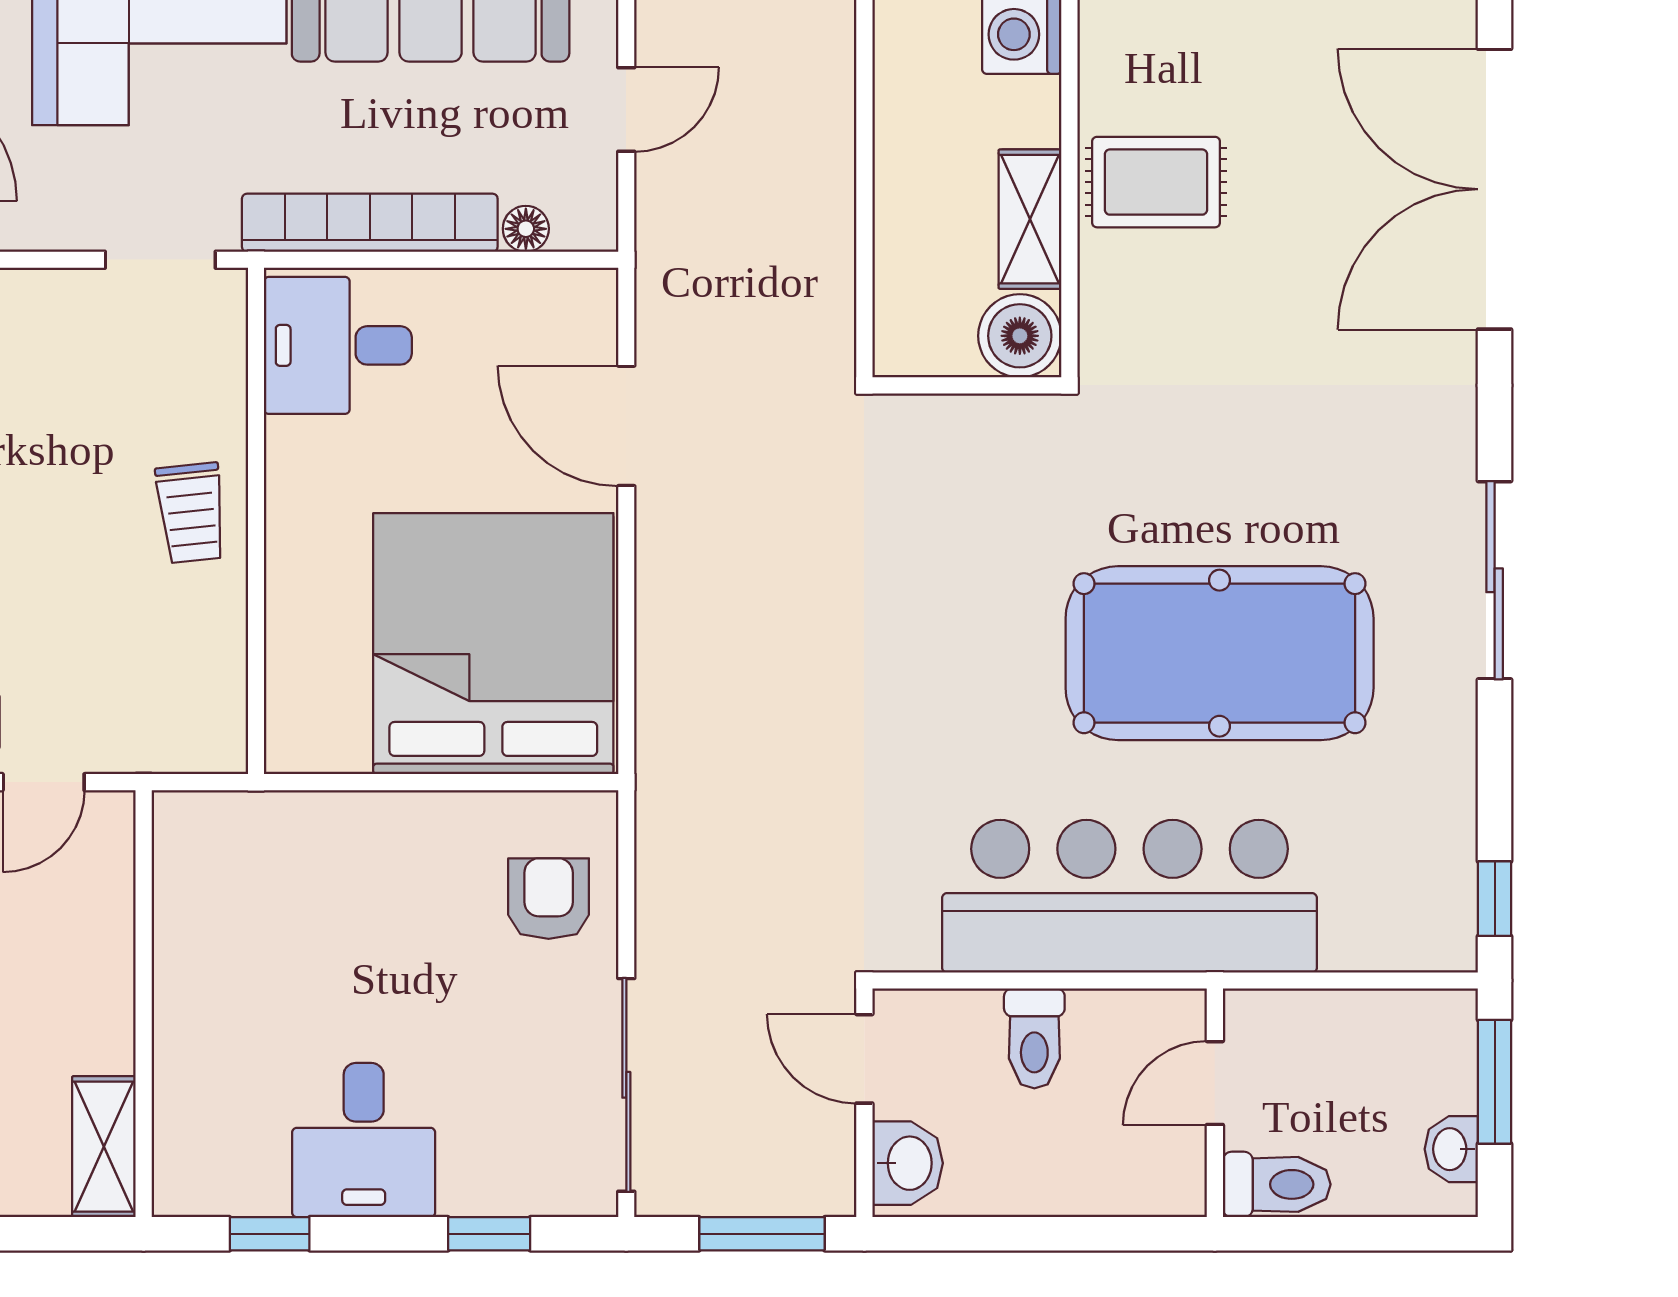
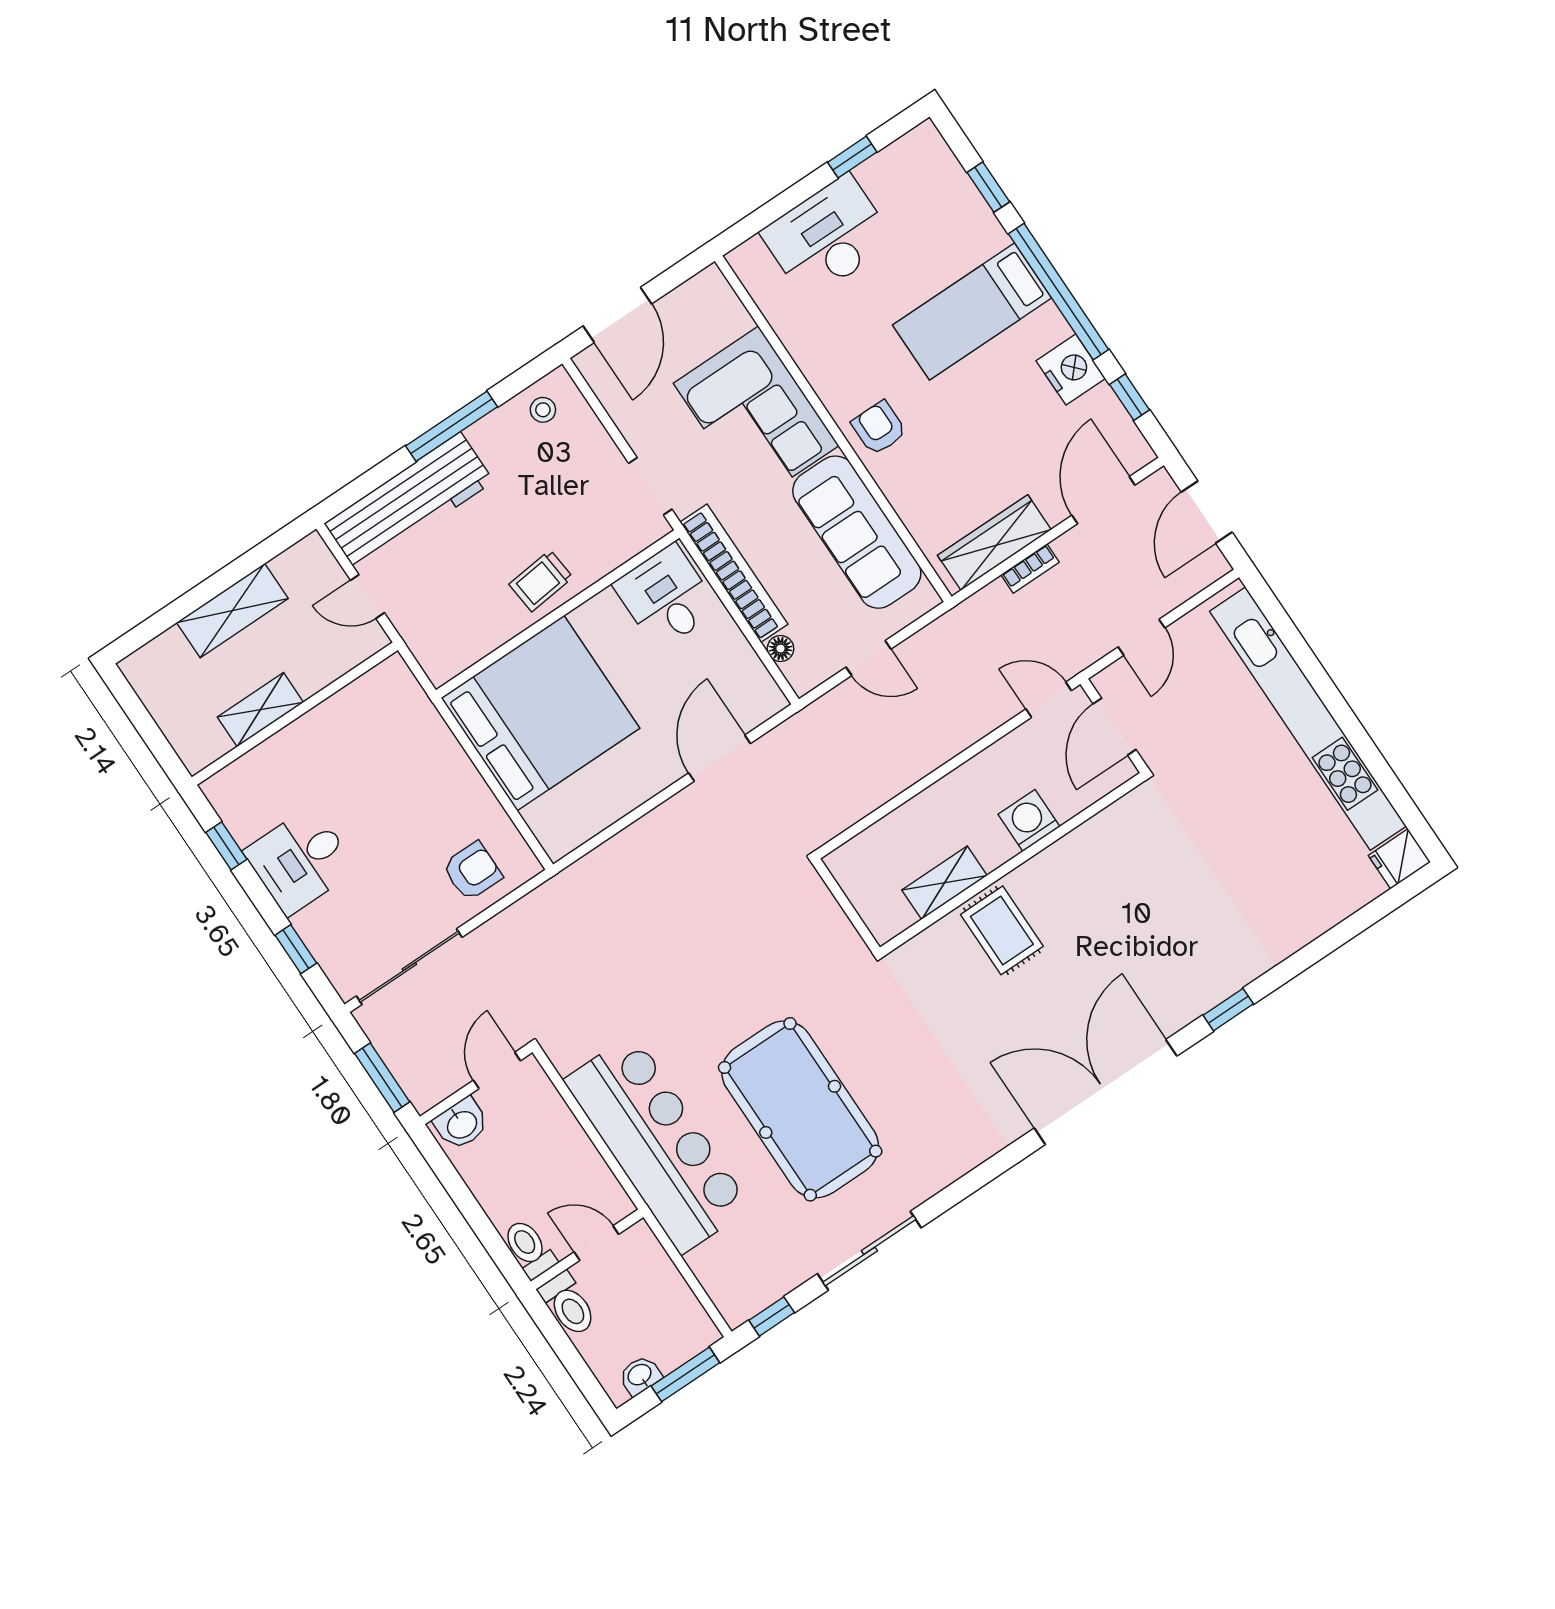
boiler: (1020, 336) -> (886, 915), removed
sliding door: (1495, 580) -> (869, 1251), moved
bed: (493, 644) -> (540, 713), moved
toilet: (1034, 1038) -> (529, 1249), moved, turned 90
shelving: (104, 1147) -> (260, 710), moved

